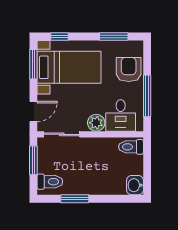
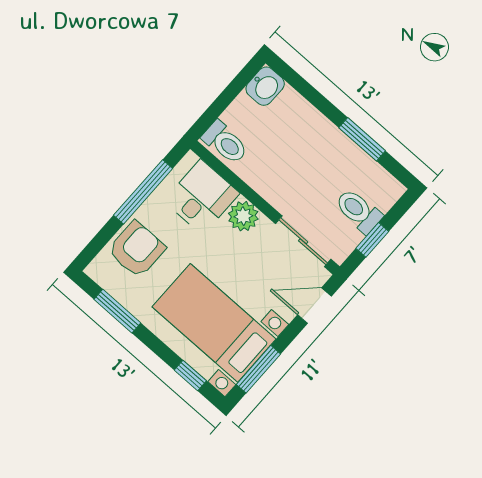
armchair: (129, 69) -> (137, 249), turned 180
window: (33, 160) -> (372, 240), width x0.67
toilet: (50, 182) -> (358, 211), moved

